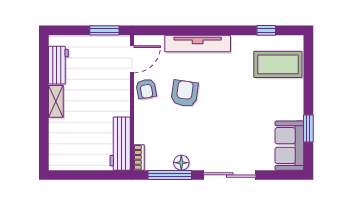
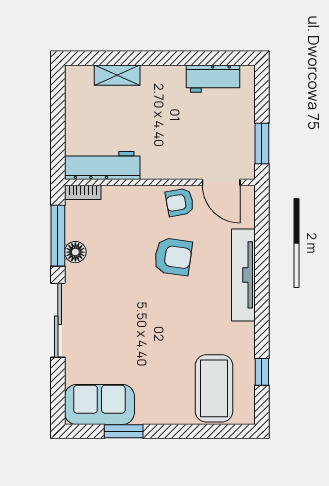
shelving: (56, 101) -> (117, 75), moved

